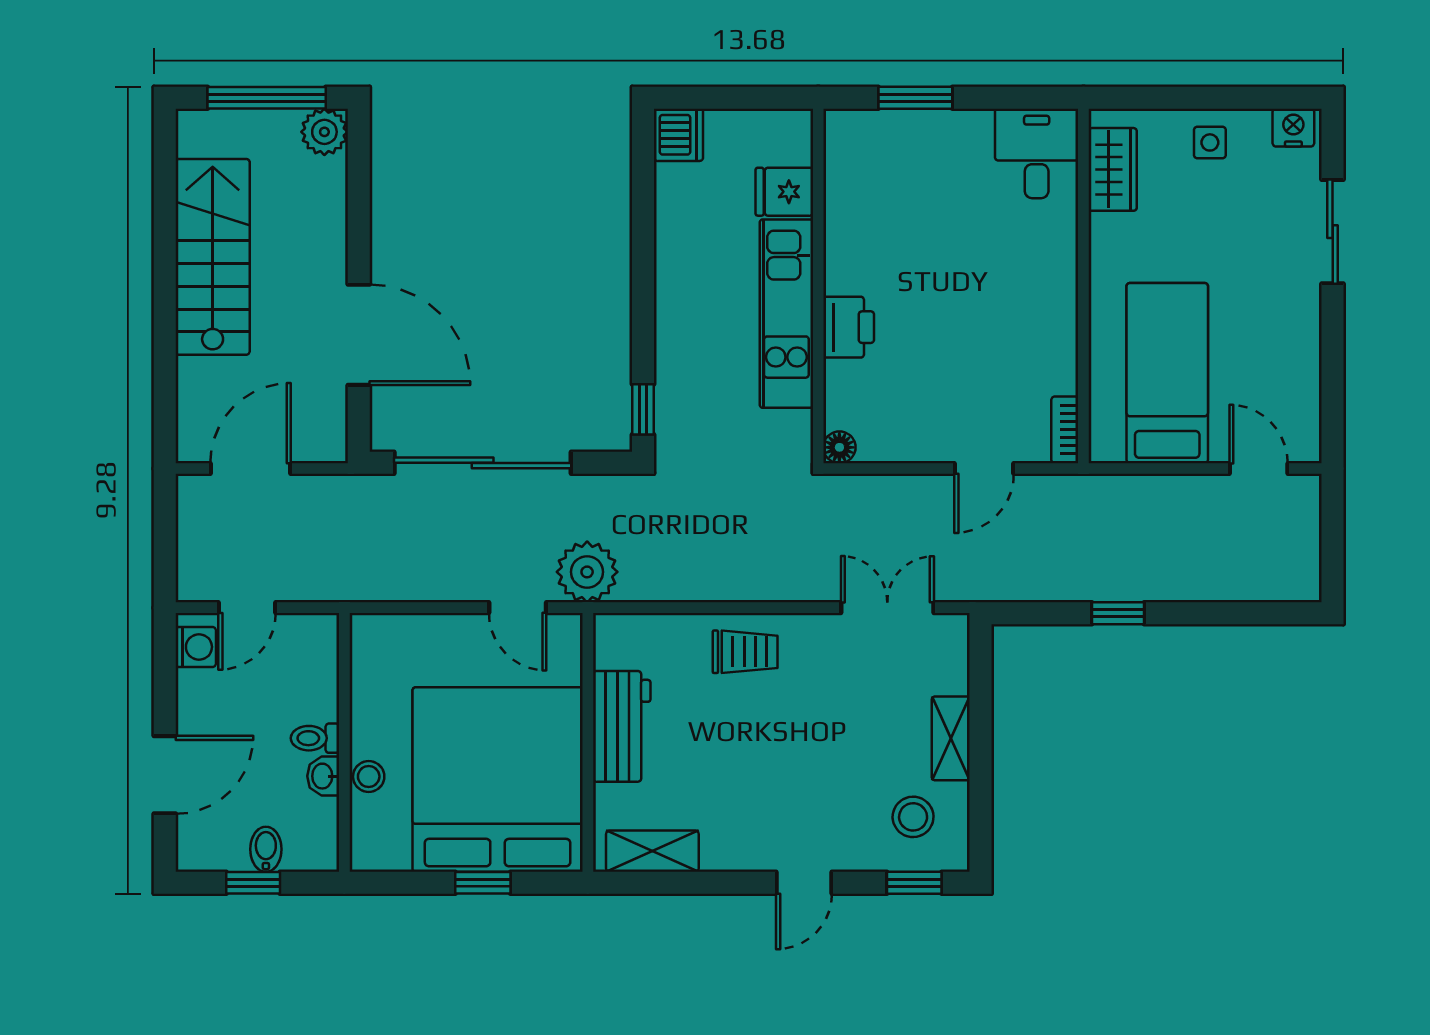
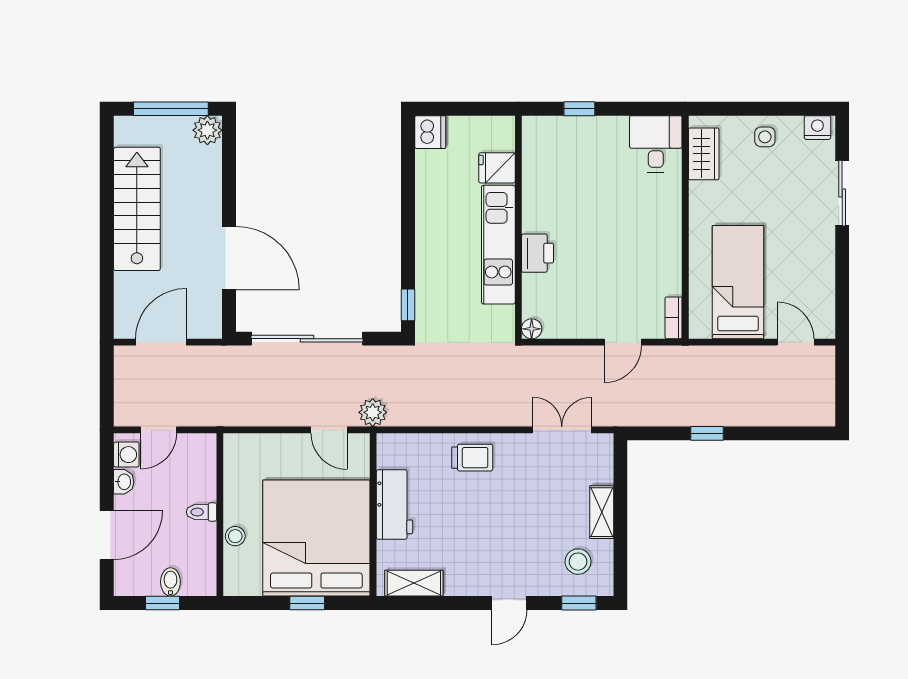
window: (915, 98) -> (579, 109), width x0.67
plant: (587, 572) -> (373, 412), width x0.73, depth x0.73
washbasin: (323, 776) -> (124, 482), moved, turned 180

